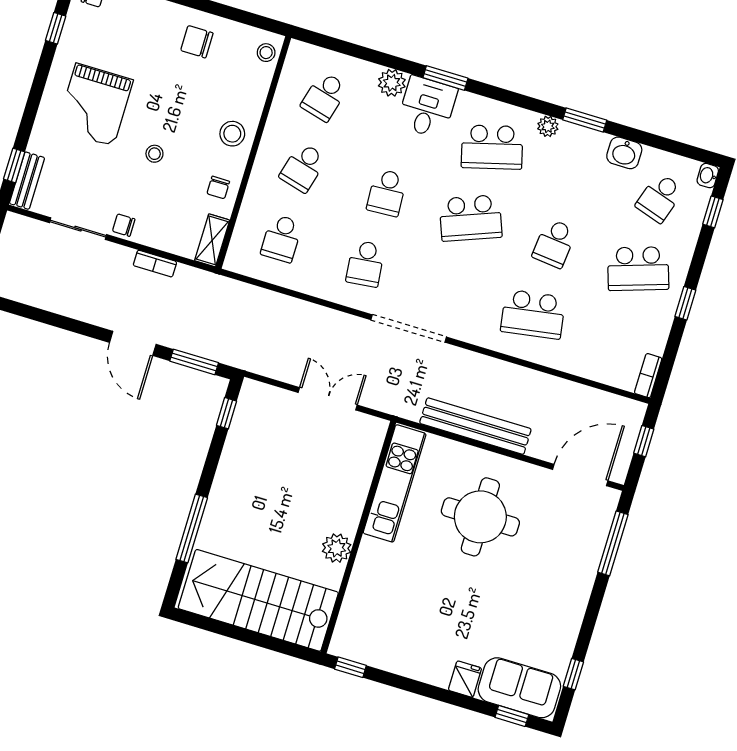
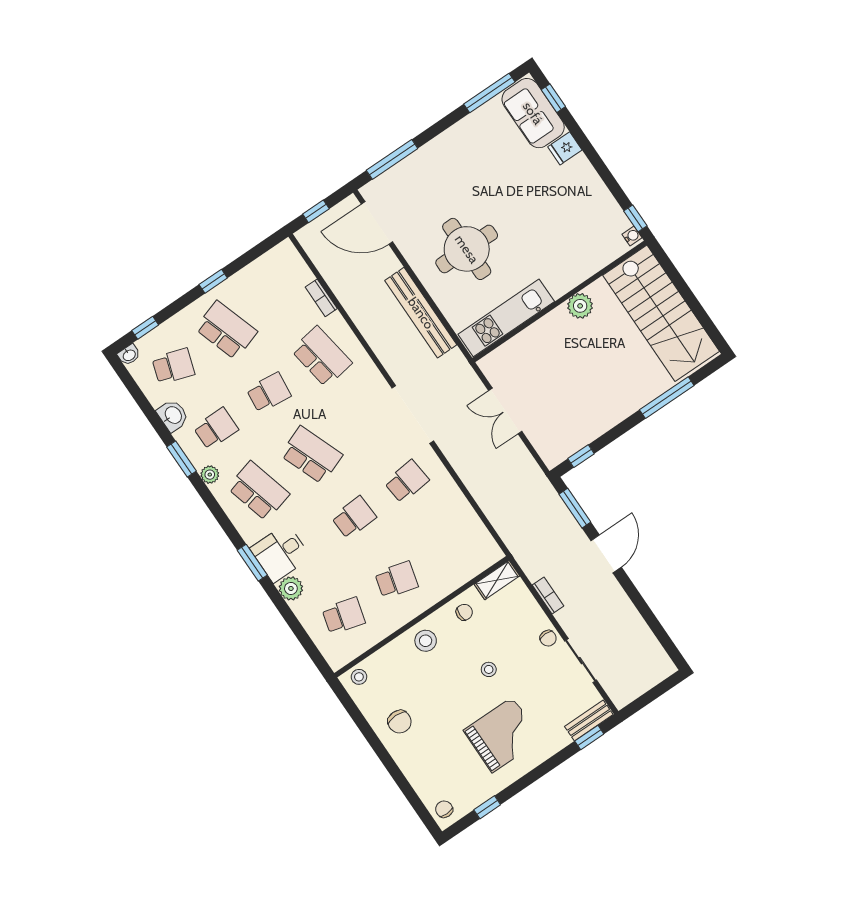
school desk: (282, 238) -> (216, 429), moved
bookcase: (648, 376) -> (321, 298), moved, turned 90
water cooler: (341, 649) -> (632, 236), added
window: (573, 674) -> (489, 93), width x2.17

